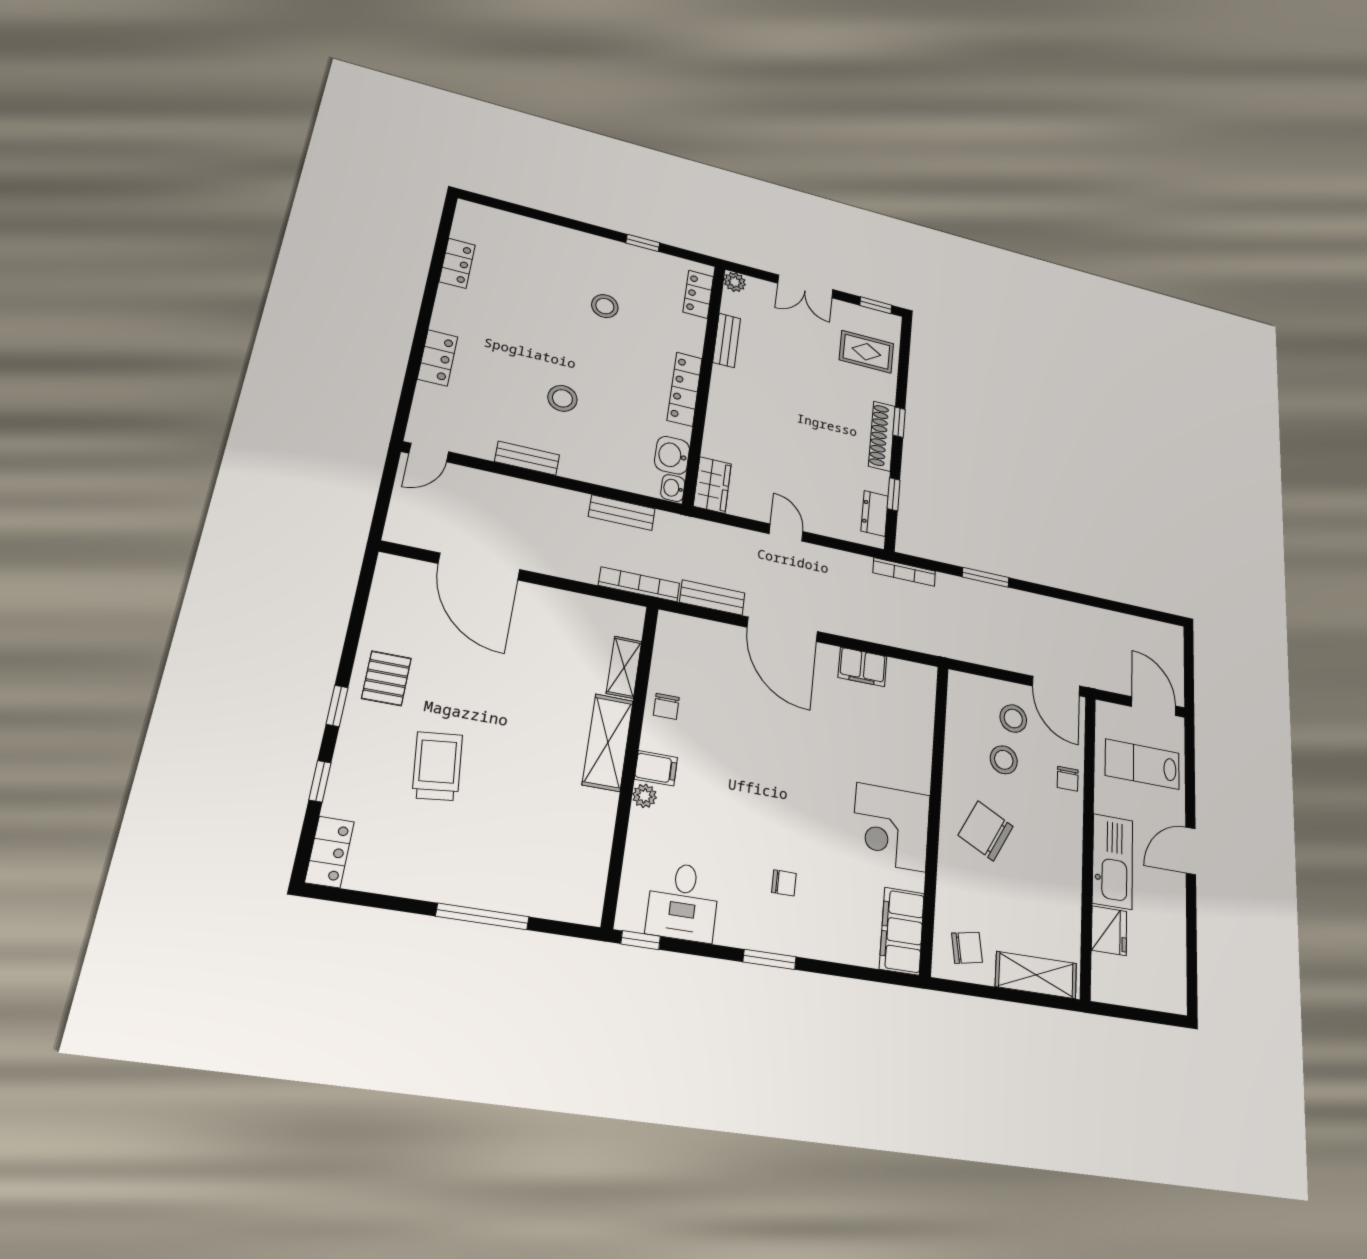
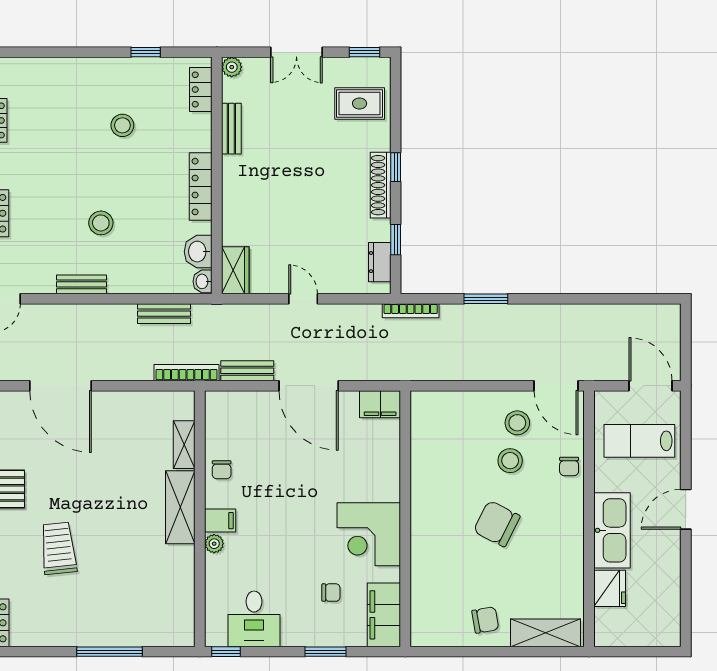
wall: (934, 816) -> (405, 519), moved
corner desk: (891, 827) -> (369, 534), moved
filing cabinet: (902, 931) -> (384, 615), moved

